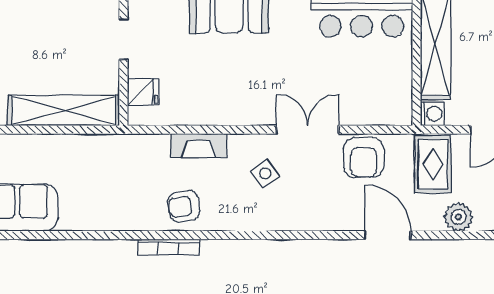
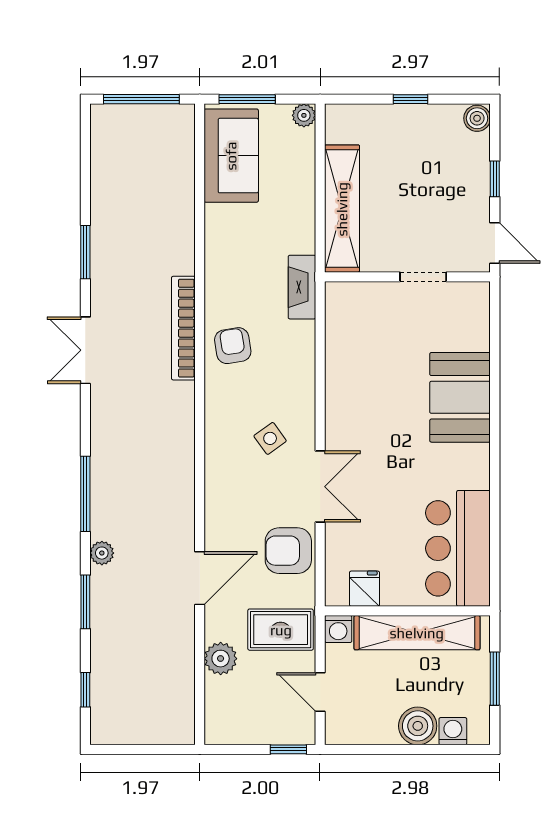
fridge: (143, 92) -> (365, 589), moved, turned 180
fireplace: (199, 146) -> (302, 287), moved
bookcase: (168, 247) -> (183, 328), width x1.48, depth x1.31

